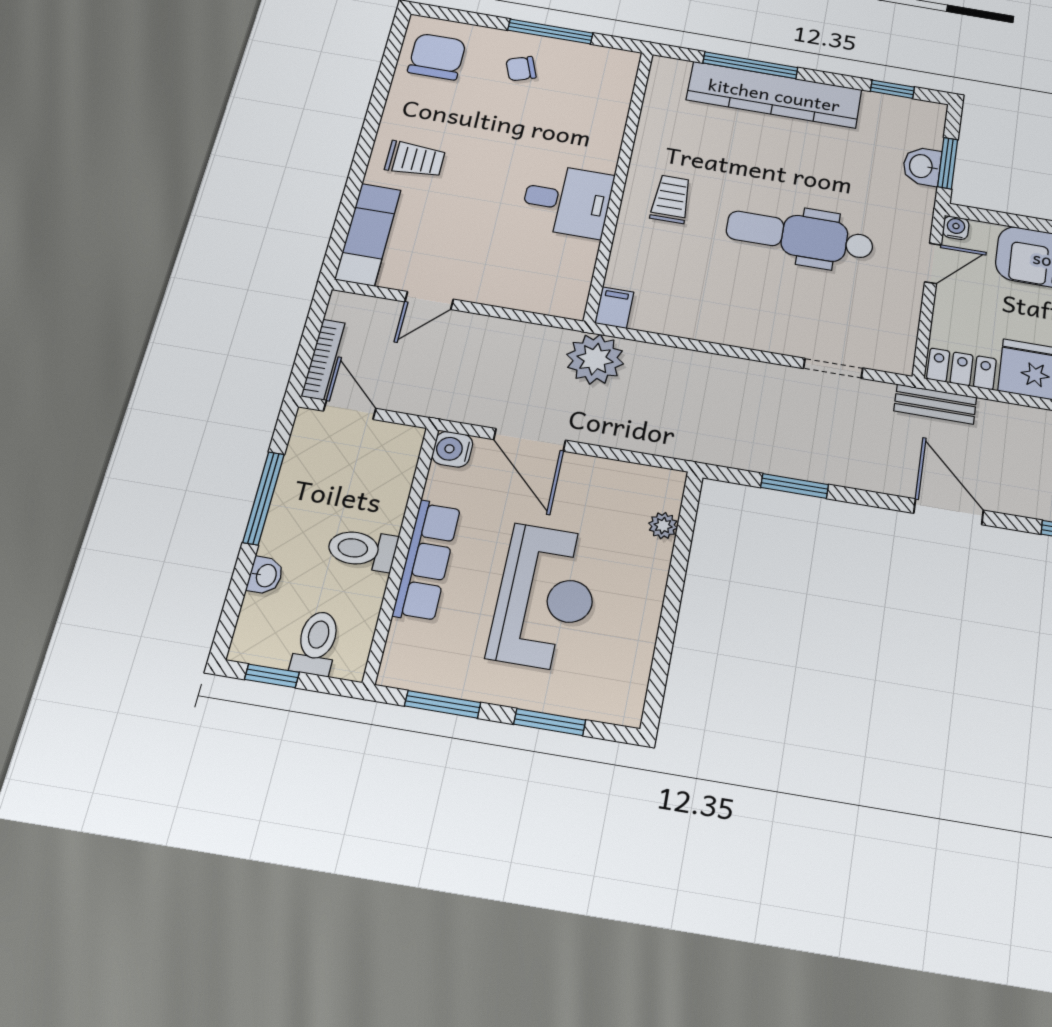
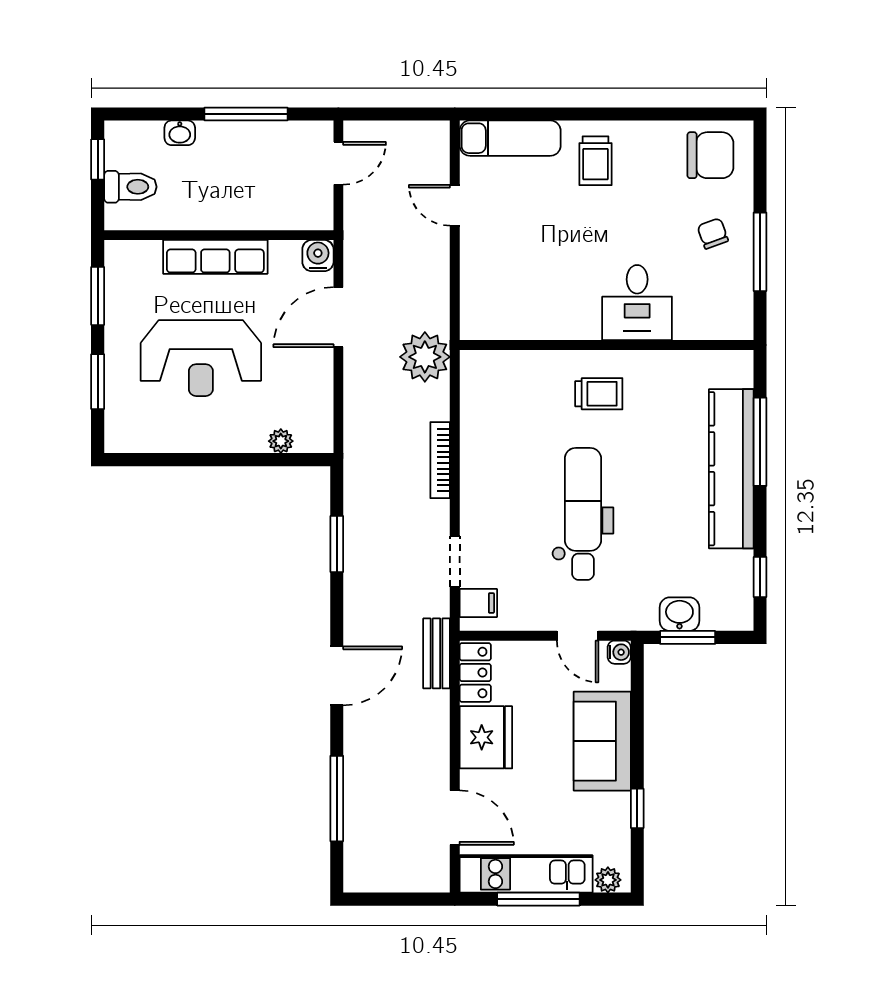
desk: (567, 201) -> (637, 303), moved
filing cabinet: (614, 308) -> (478, 603), moved
bookcase: (323, 359) -> (440, 460), moved, turned 90
toilet: (362, 549) -> (216, 203), removed

